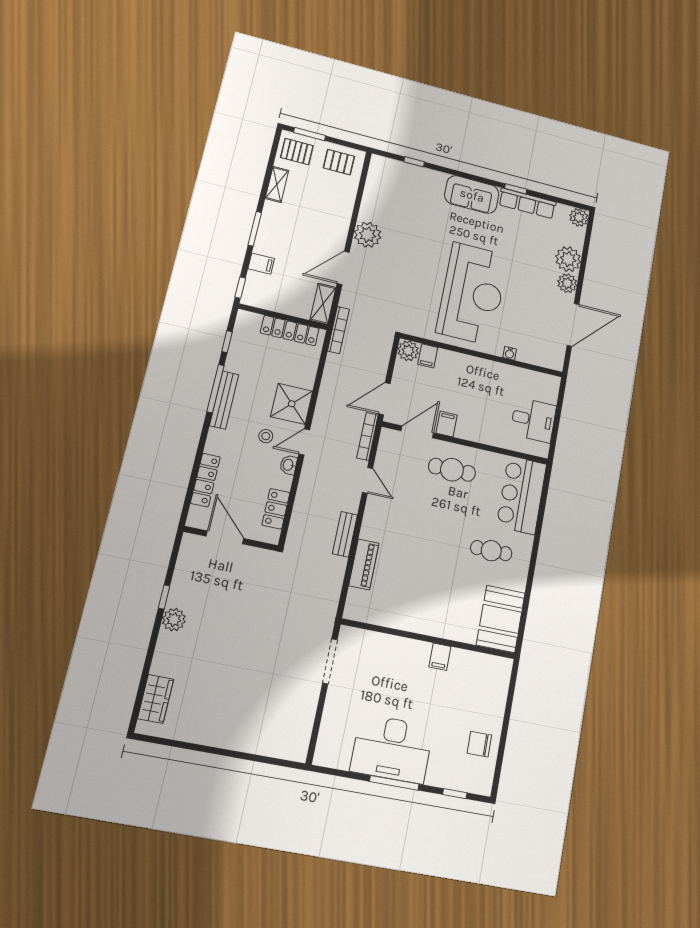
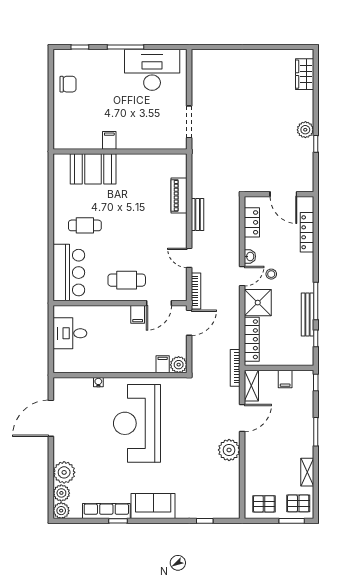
filing cabinet: (261, 264) -> (285, 379), moved, turned -90
plant: (567, 283) -> (61, 493), moved
locker: (290, 331) -> (252, 339), moved, turned 90
bench: (224, 400) -> (307, 314), moved
booth: (501, 619) -> (93, 169), moved, turned 90
desk: (392, 749) -> (152, 70), moved

